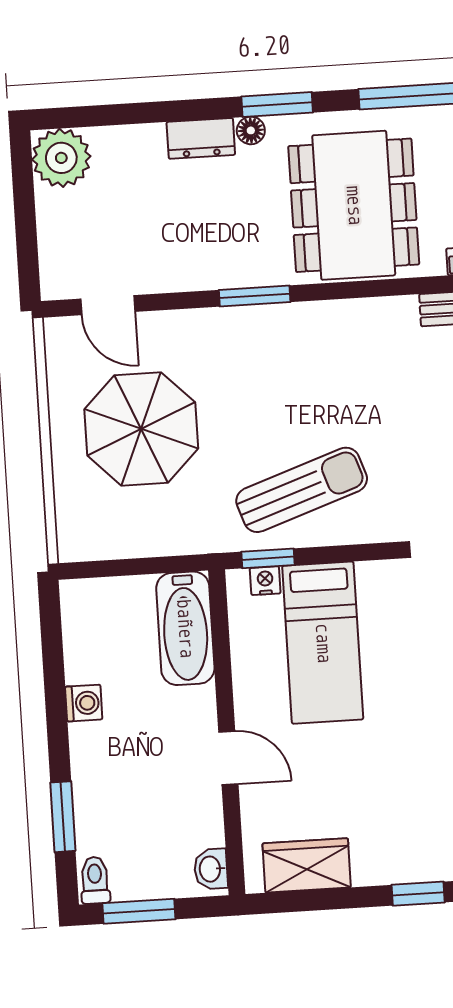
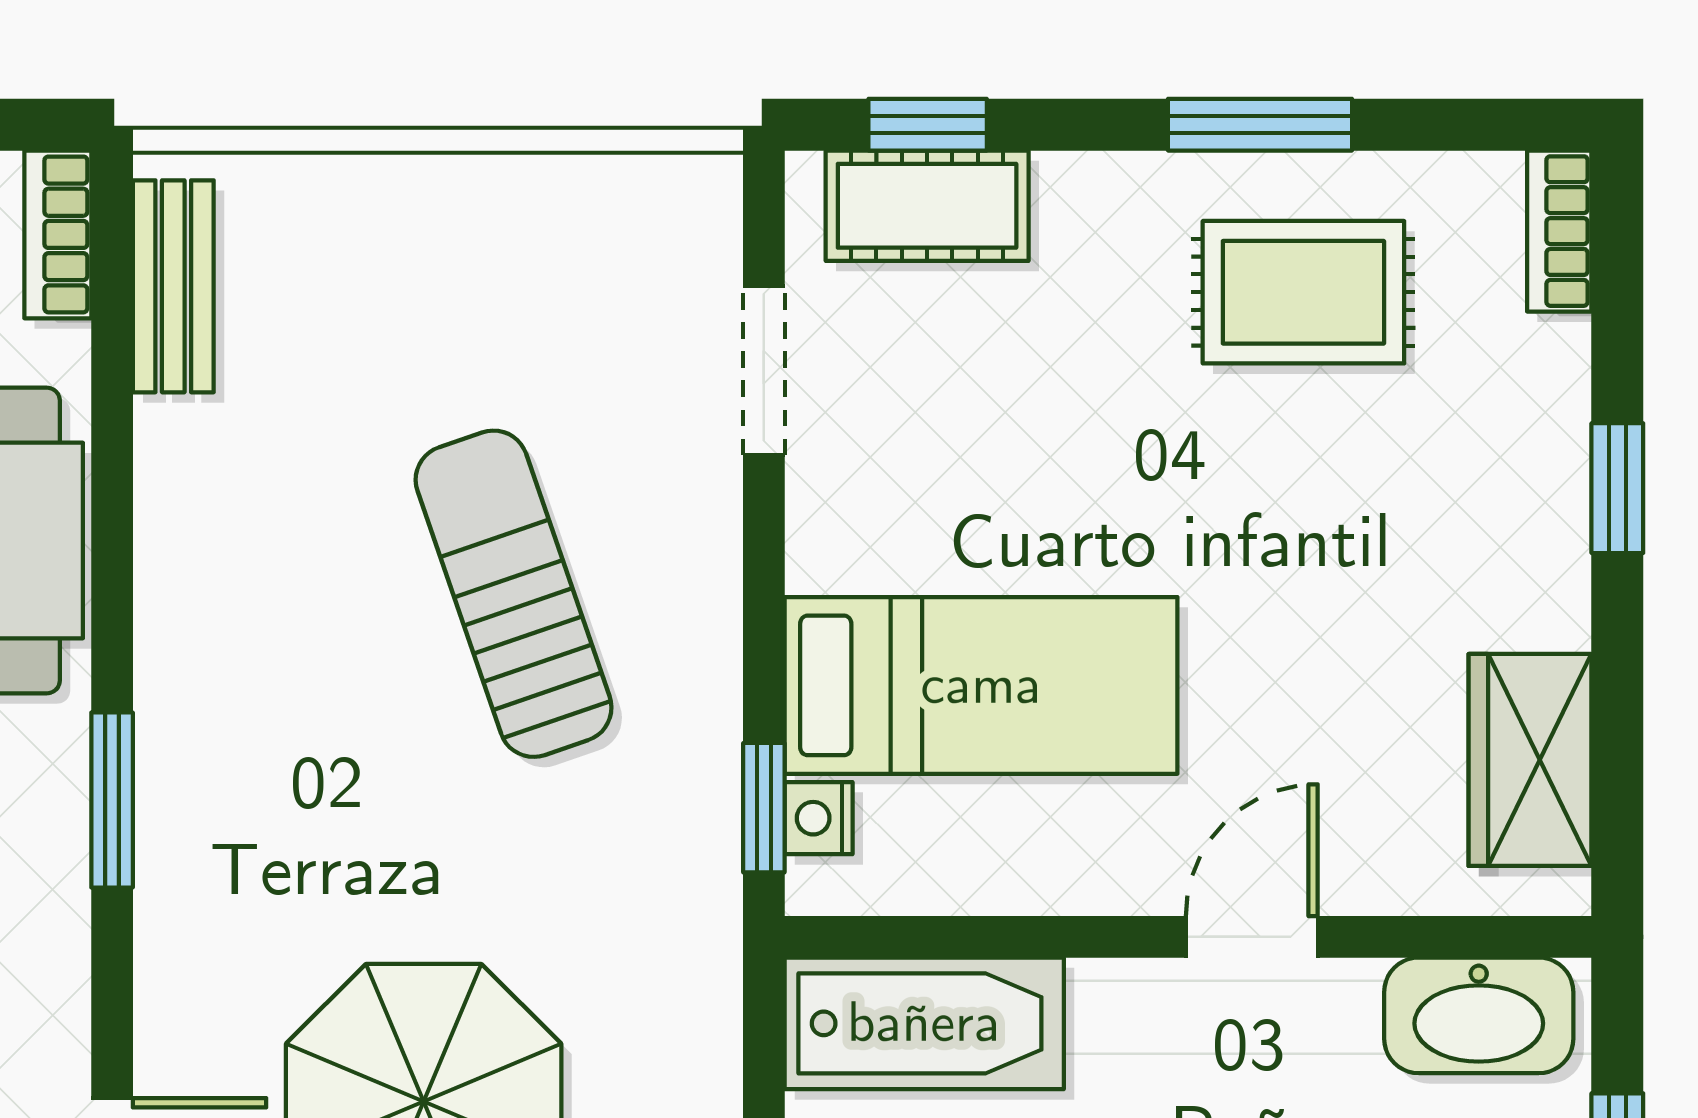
sun lounger: (302, 490) -> (514, 594), moved
washbasin: (211, 869) -> (1479, 1015), width x1.91, depth x1.45

